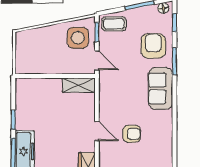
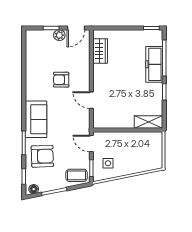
side table: (78, 38) -> (108, 163), width x0.54, depth x0.54
armchair: (153, 46) -> (42, 156), turned -92
shelving: (79, 85) -> (149, 122), moved
door: (97, 131) -> (91, 100), moved

